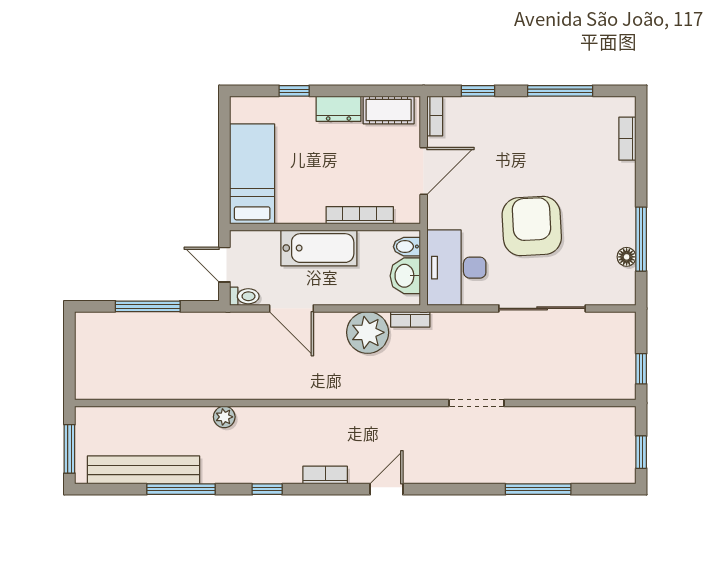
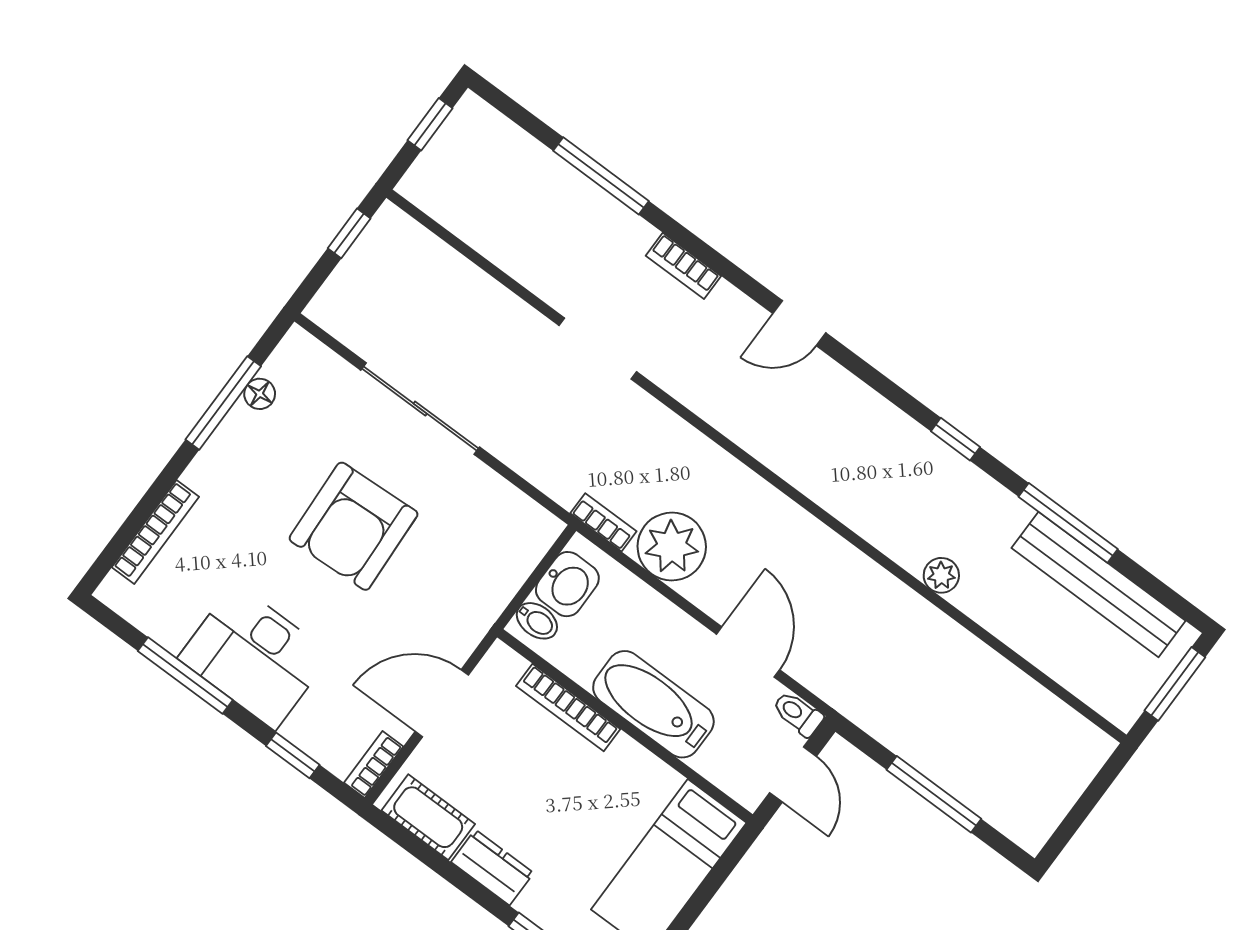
bookcase: (627, 139) -> (155, 532), width x1.56
desk: (456, 268) -> (255, 656), moved, turned 90
bookcase: (325, 475) -> (683, 266), moved

